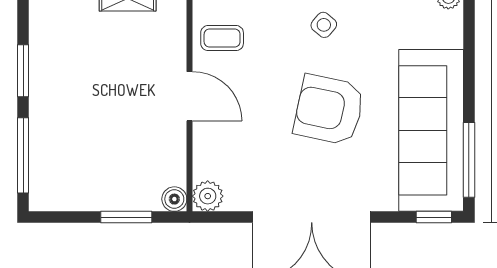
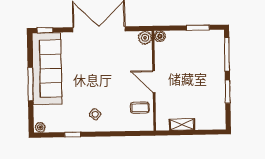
armchair: (329, 110) -> (92, 77), removed
window: (469, 160) -> (30, 84), moved
window: (126, 217) -> (198, 28), moved

